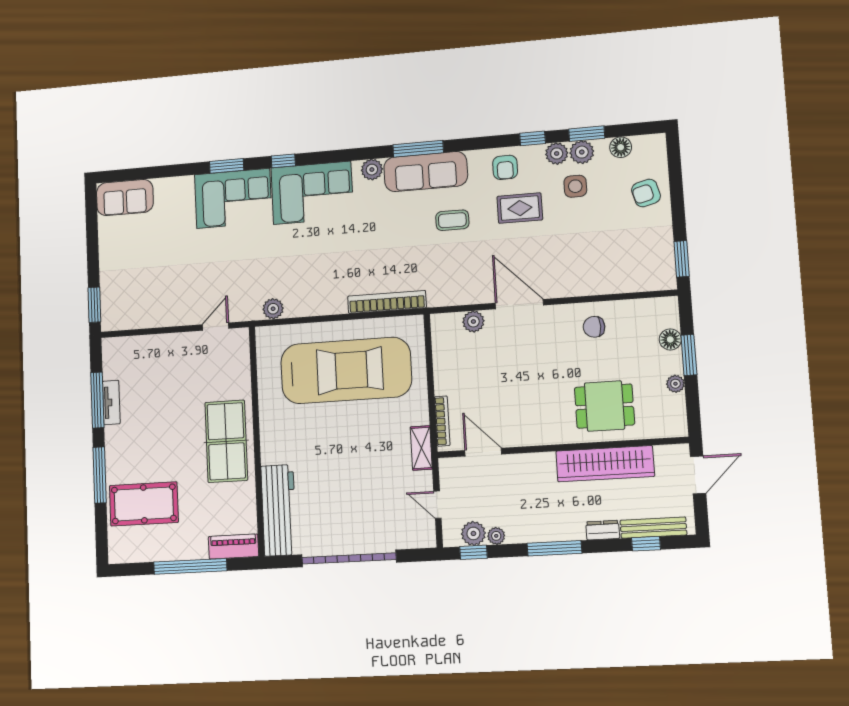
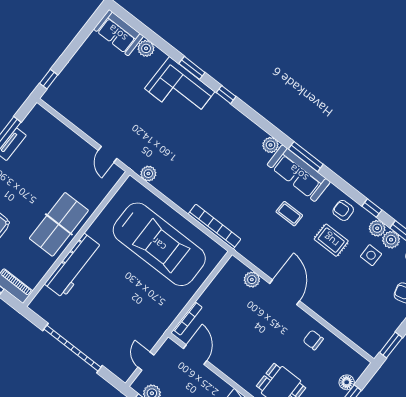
armchair: (505, 167) -> (343, 210), turned 88
plant: (165, 188) -> (146, 48), added
corner sofa: (312, 193) -> (226, 128), removed
window: (94, 305) -> (49, 79), width x0.67
door: (216, 327) -> (107, 154), swing flipped
shelving: (421, 448) -> (164, 323), removed
workbench: (279, 510) -> (73, 266), moved

